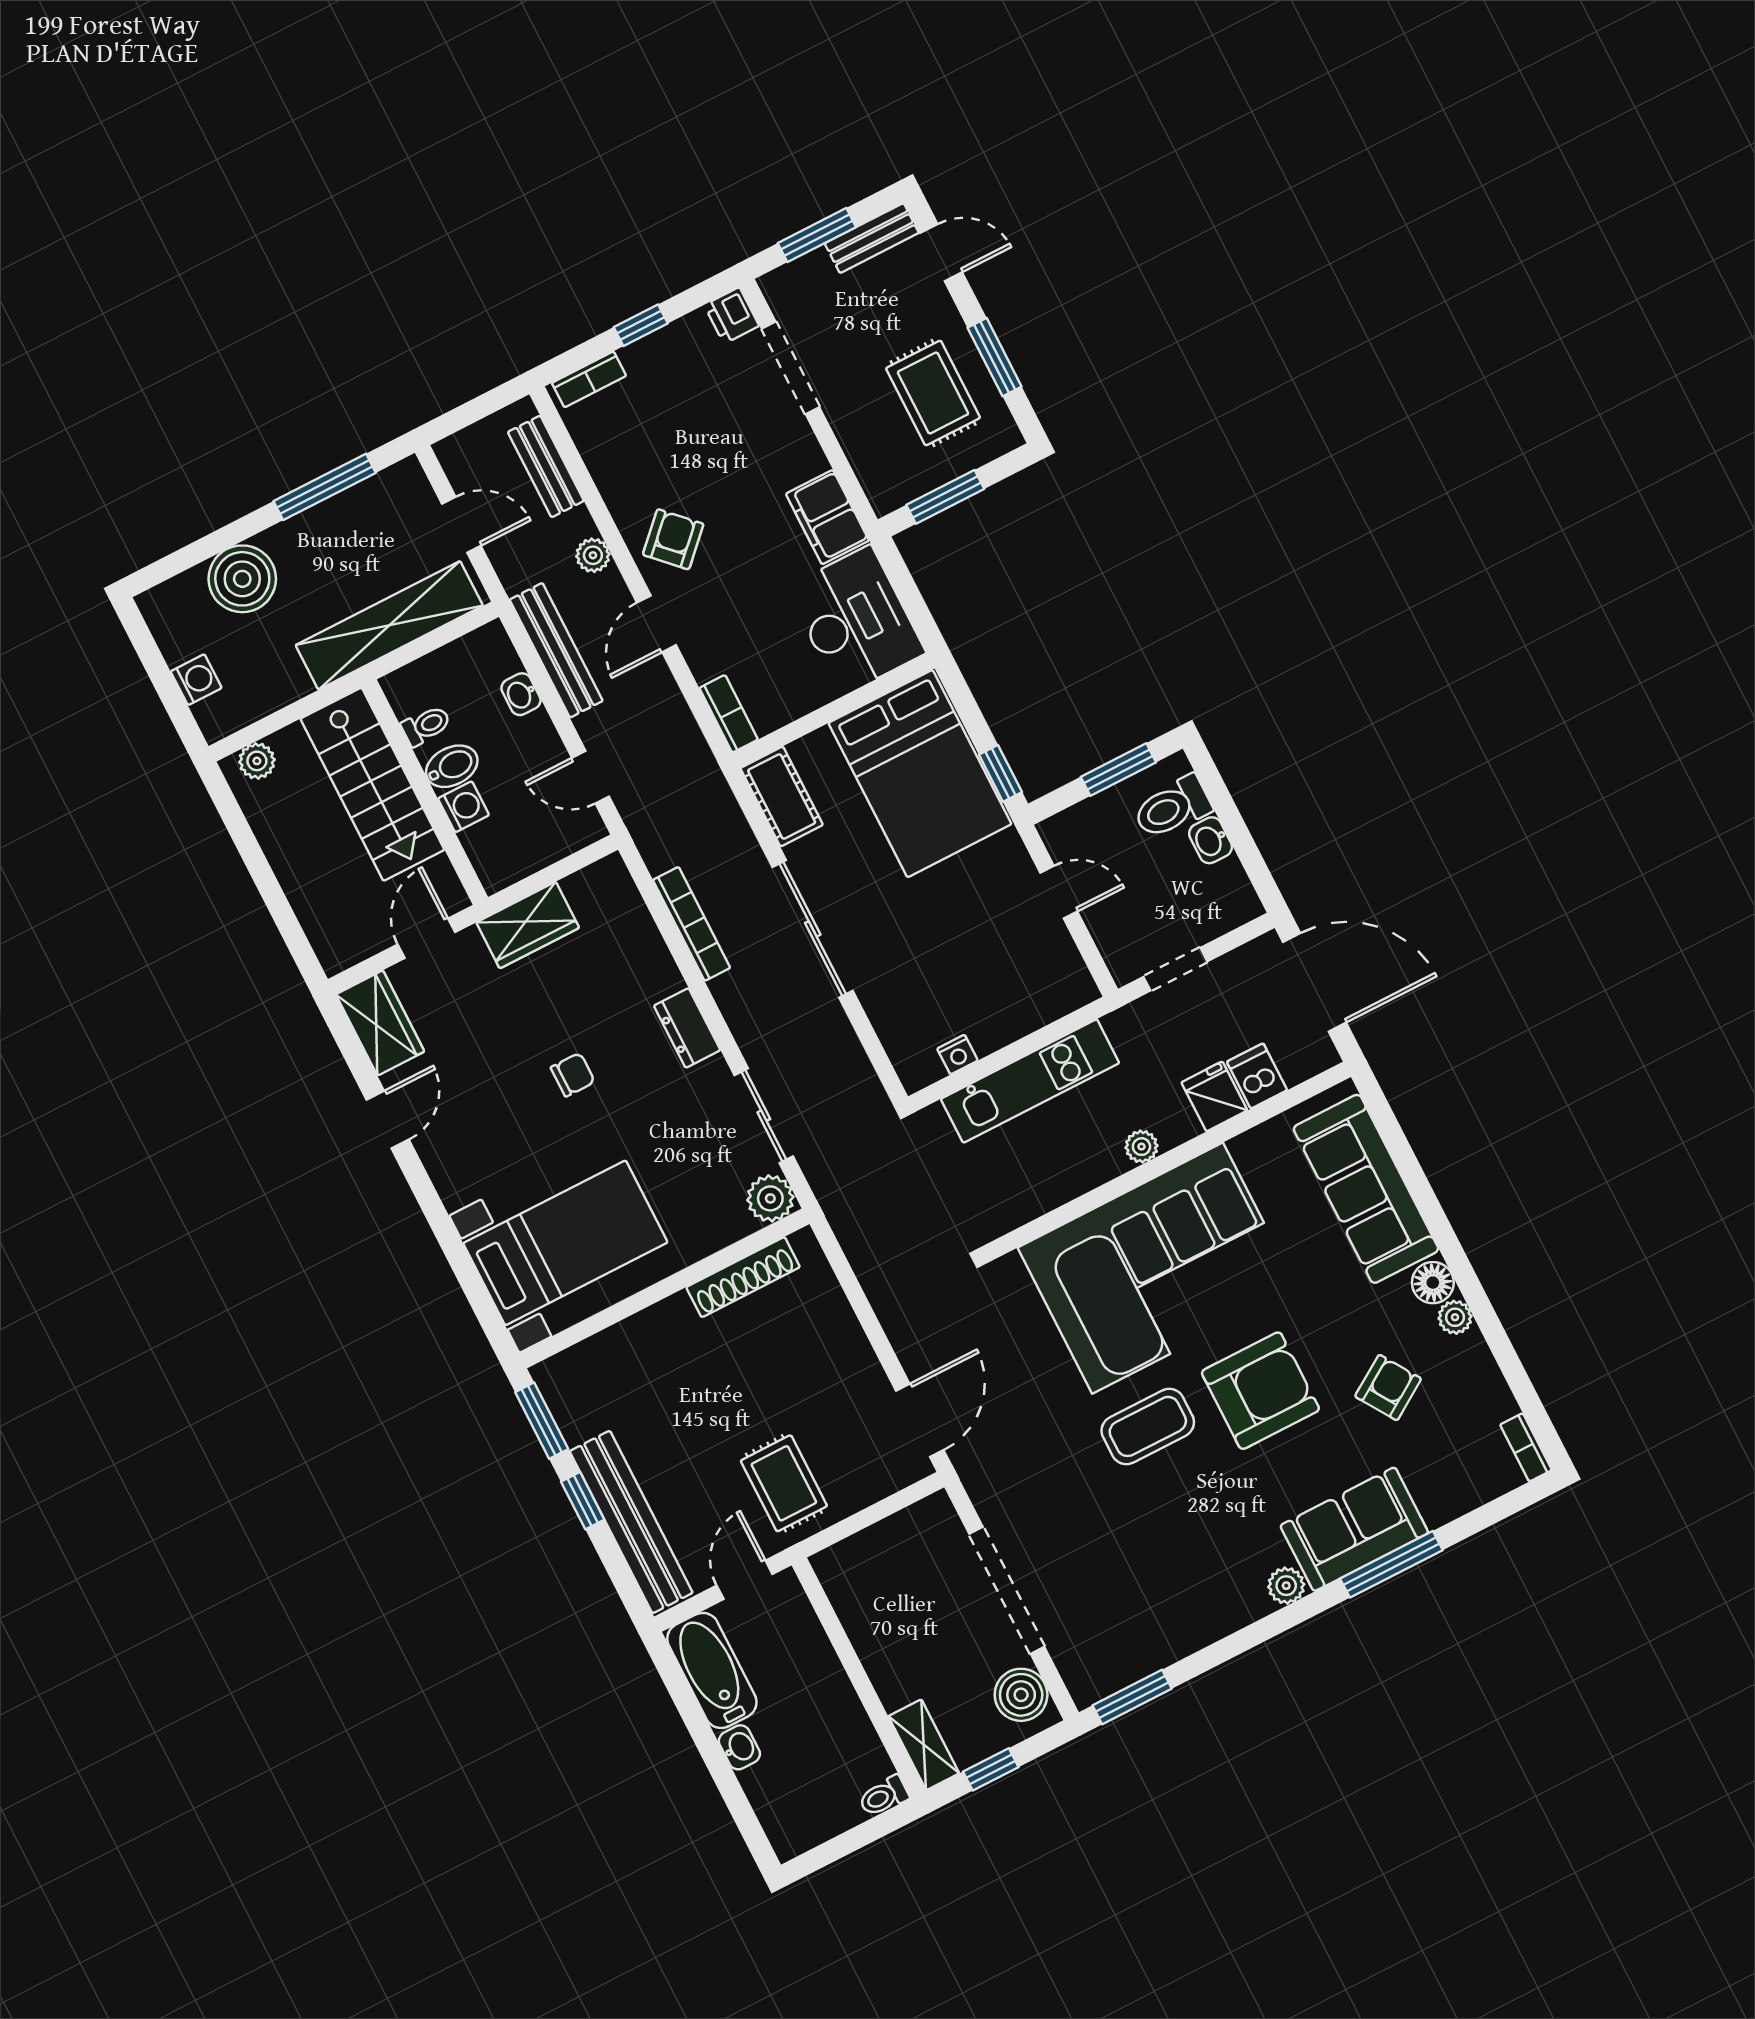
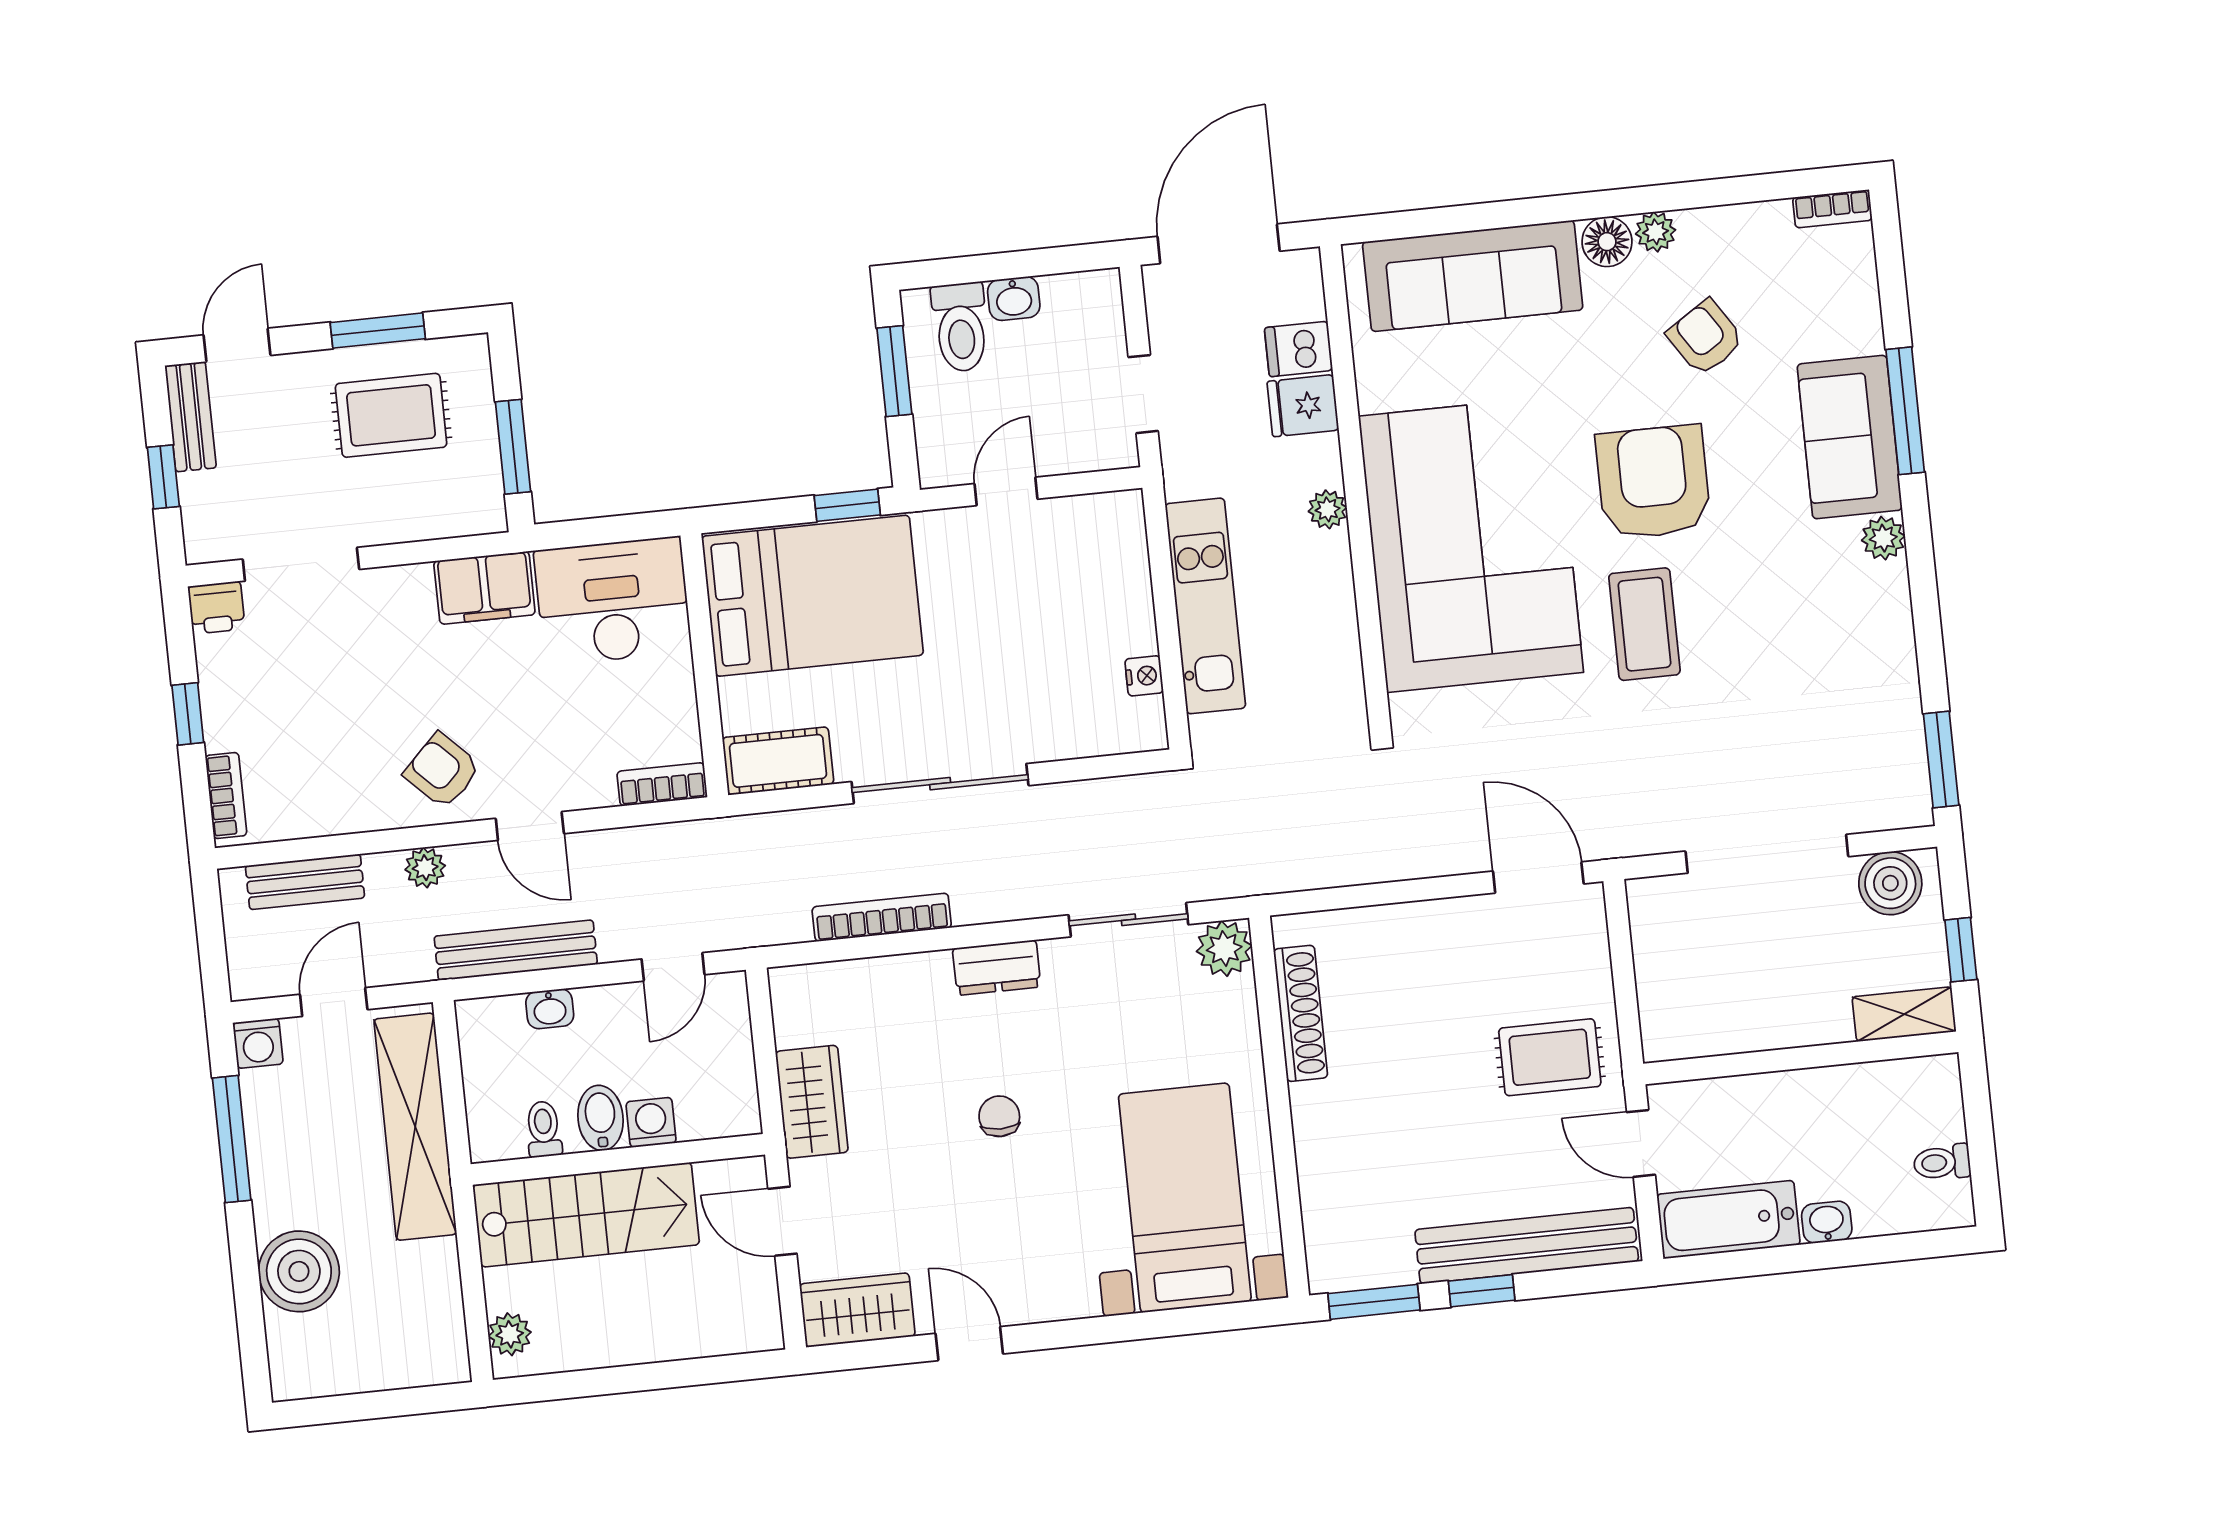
window: (817, 235) -> (163, 477), width x0.67
washing machine: (196, 680) -> (258, 1043), moved, turned 180
toilet: (884, 1796) -> (1942, 1162), moved, turned 90

